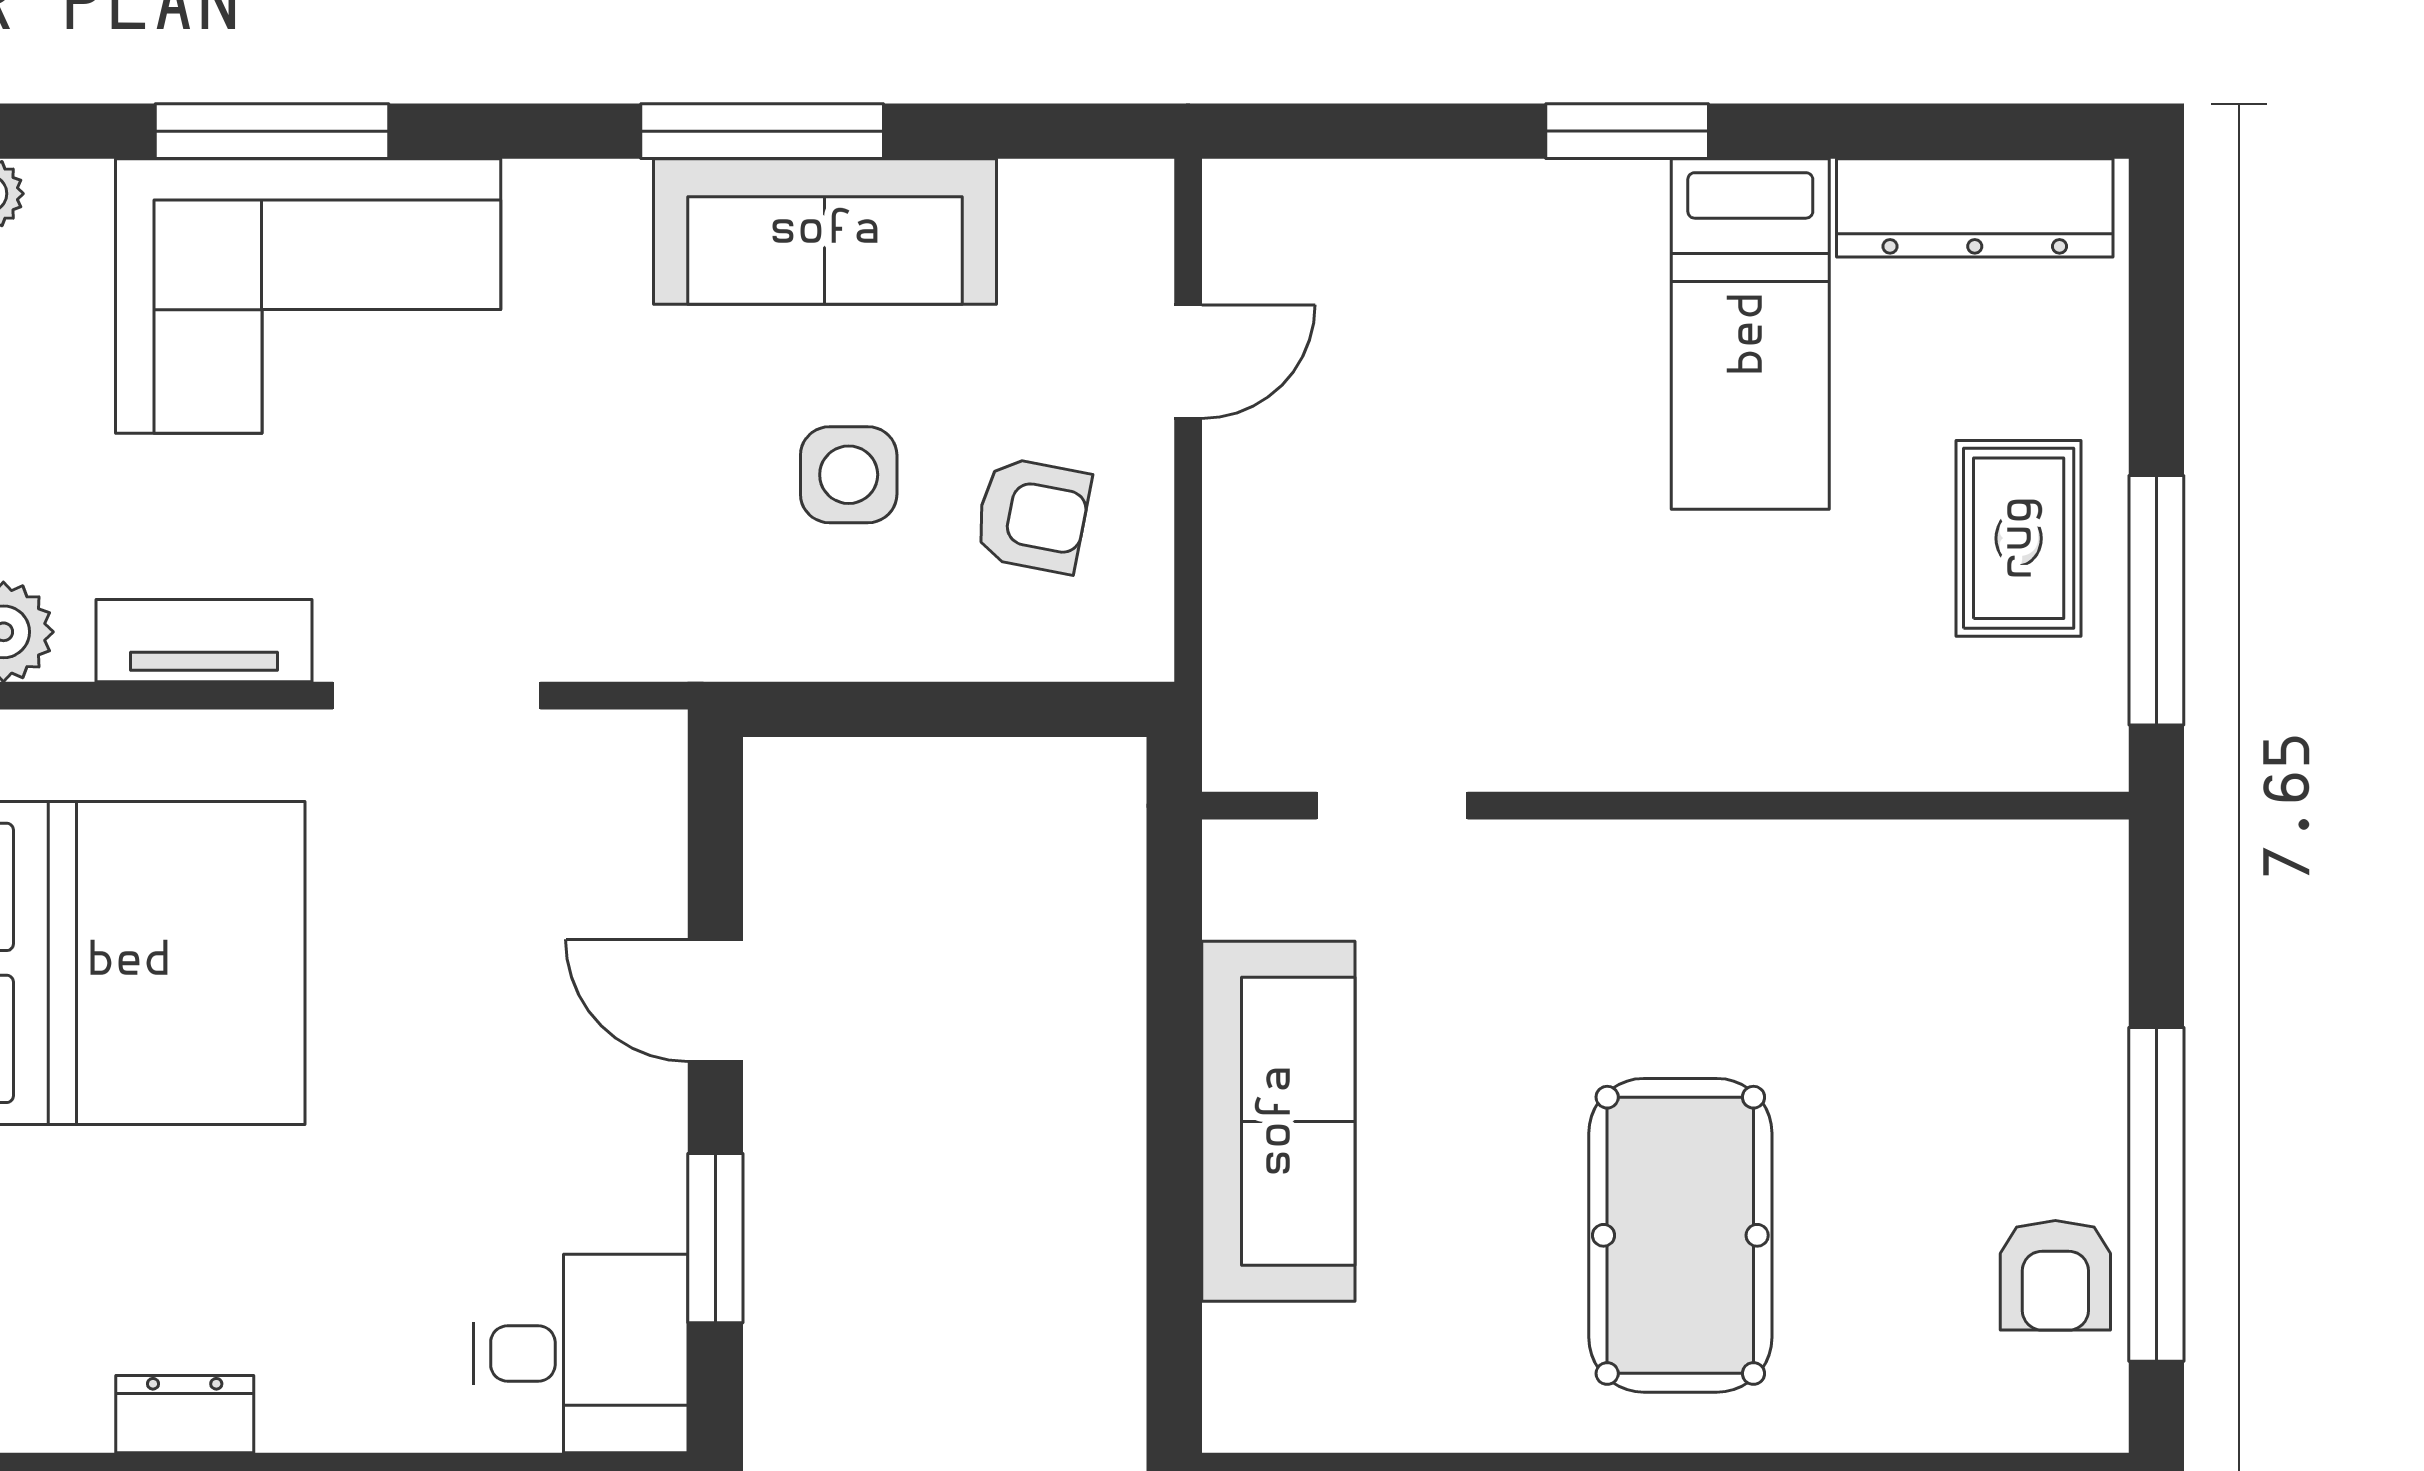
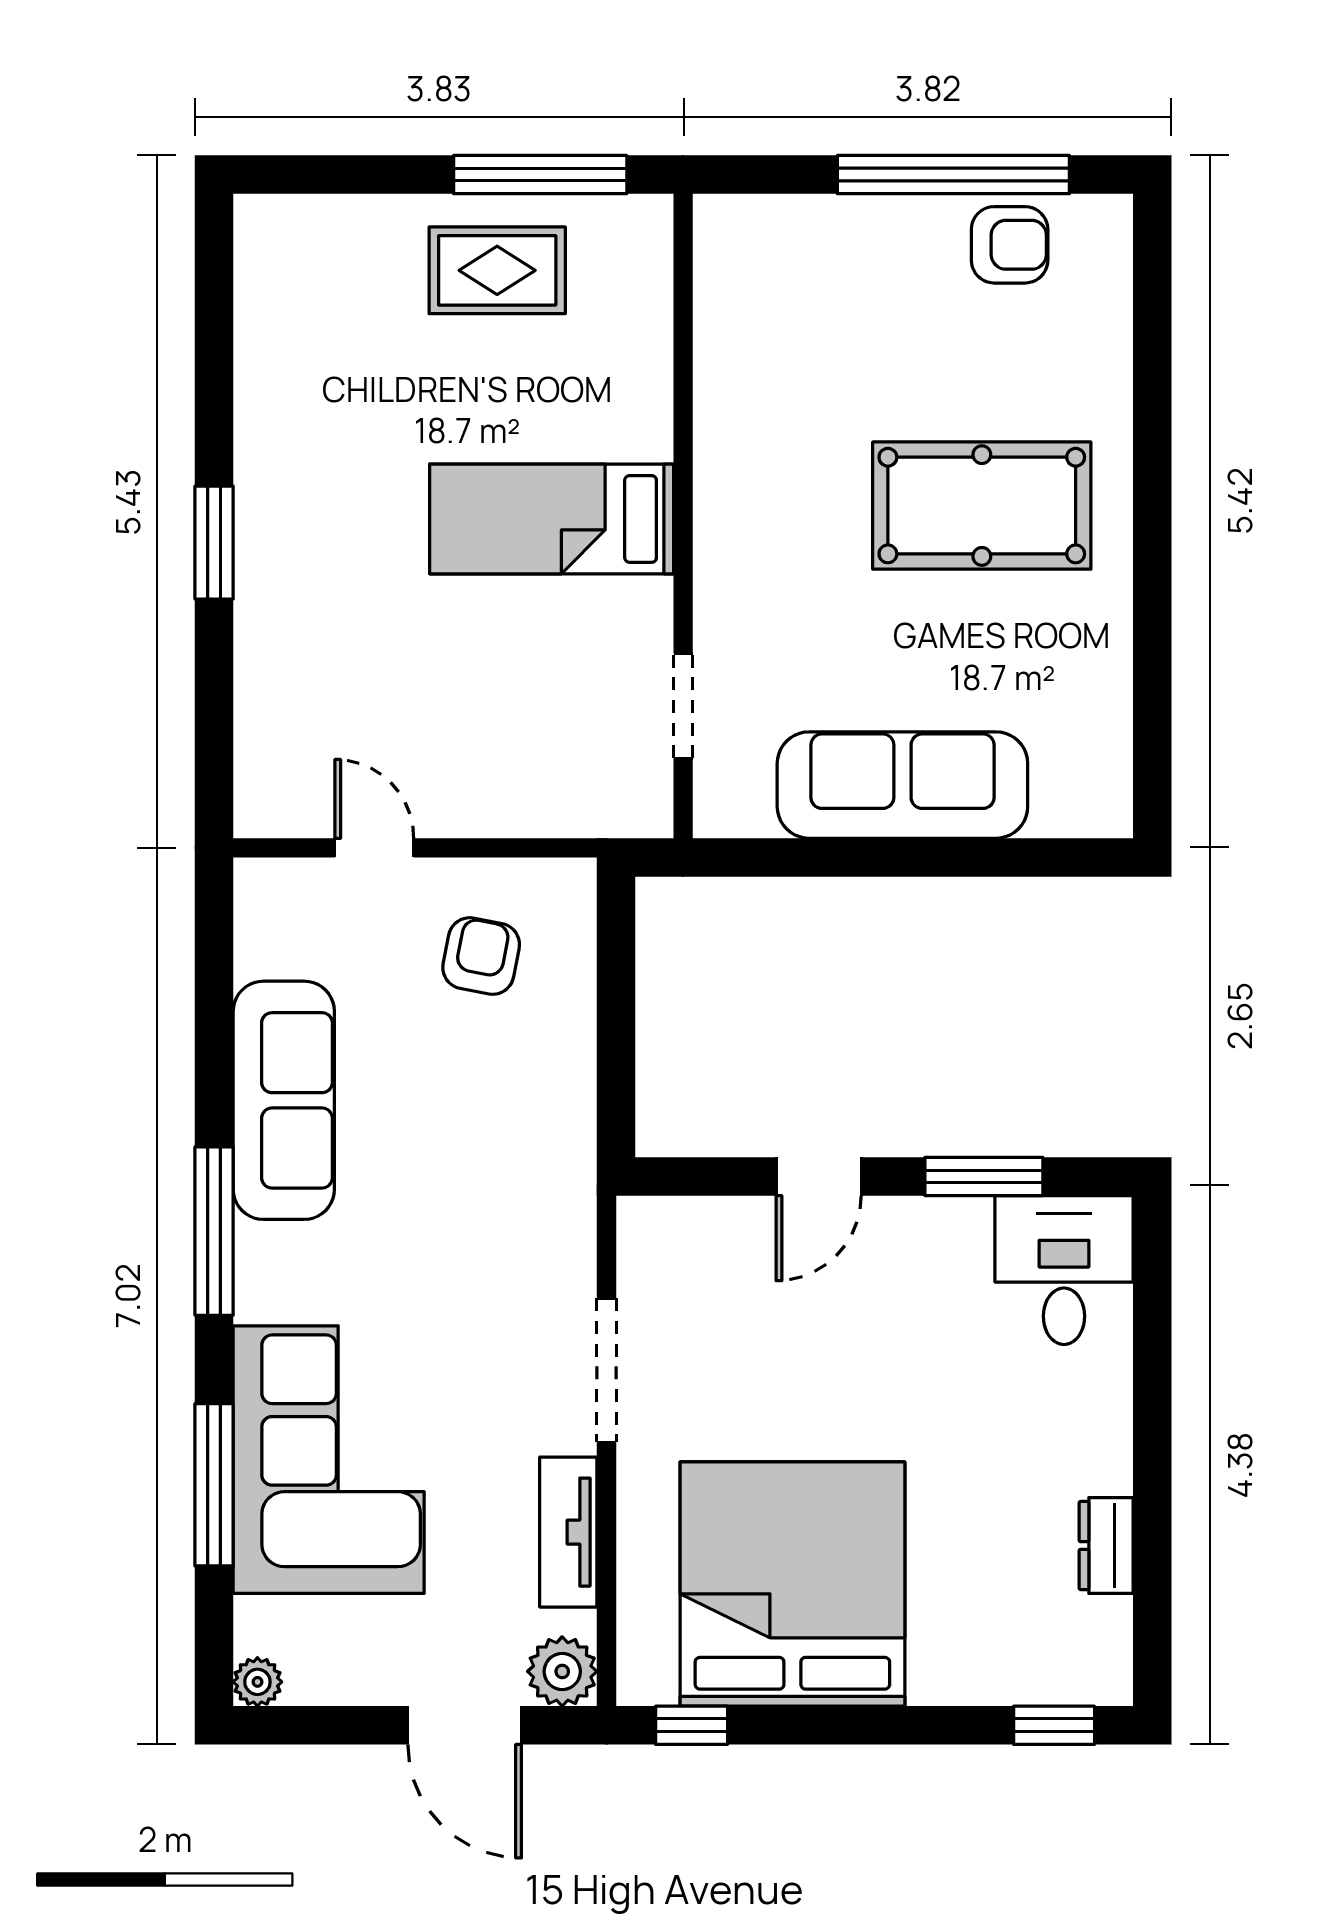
window: (762, 131) -> (214, 1231), moved
dresser: (1975, 208) -> (267, 301), removed
bed: (1750, 334) -> (552, 519), moved, turned 180
side table: (849, 475) -> (453, 1084), removed

